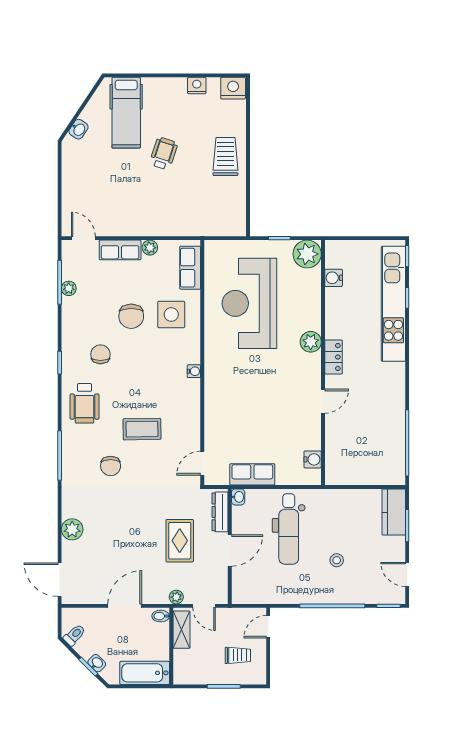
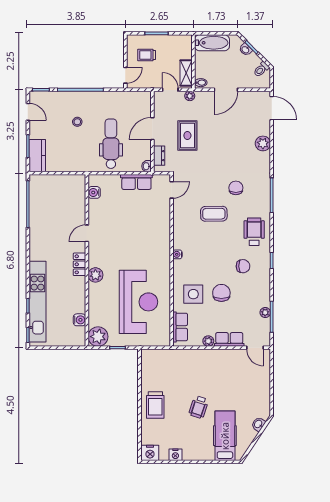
chair: (100, 354) -> (243, 266), turned -92
dresser: (220, 512) -> (159, 156), width x0.70

